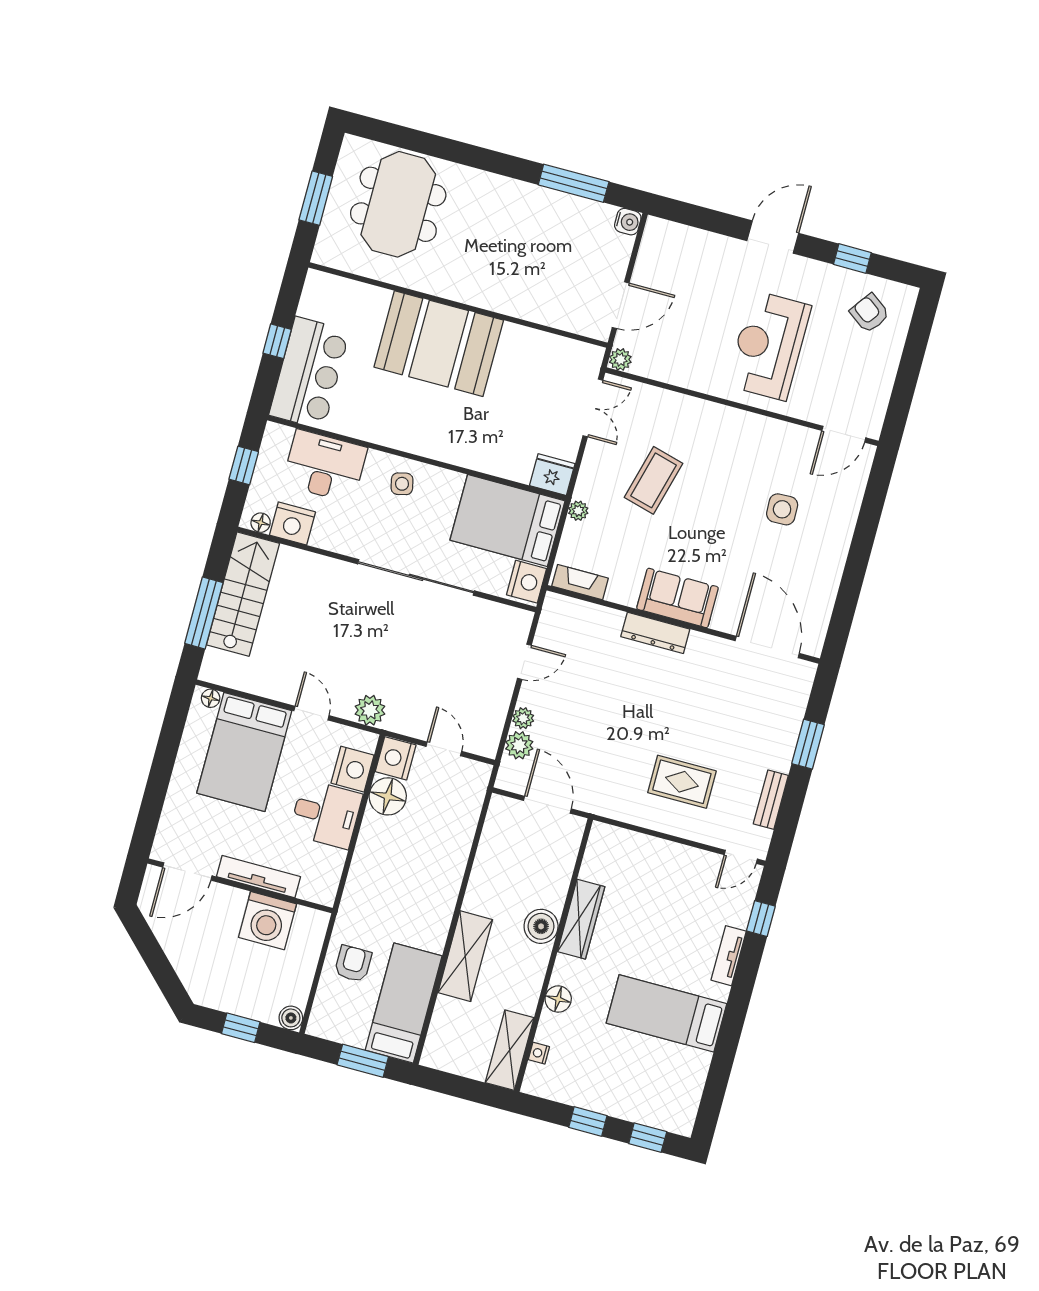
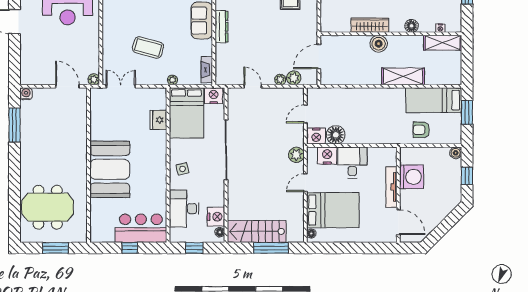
fridge: (552, 475) -> (158, 120), moved

